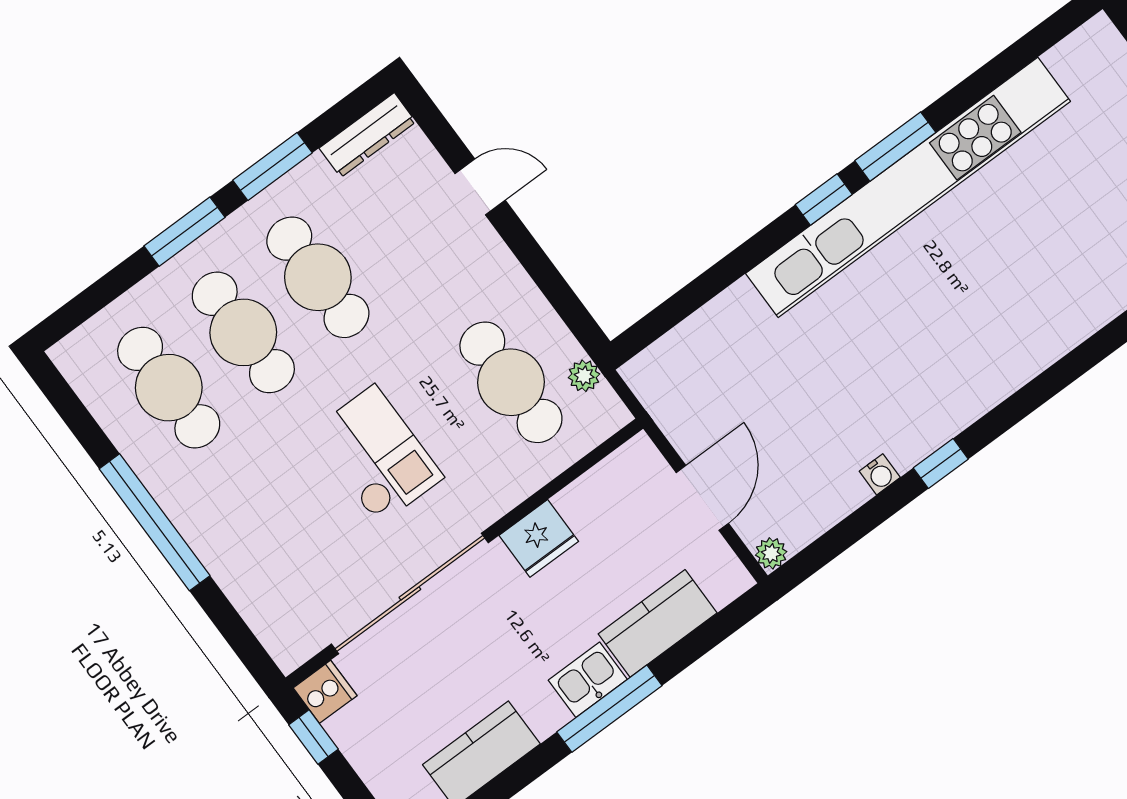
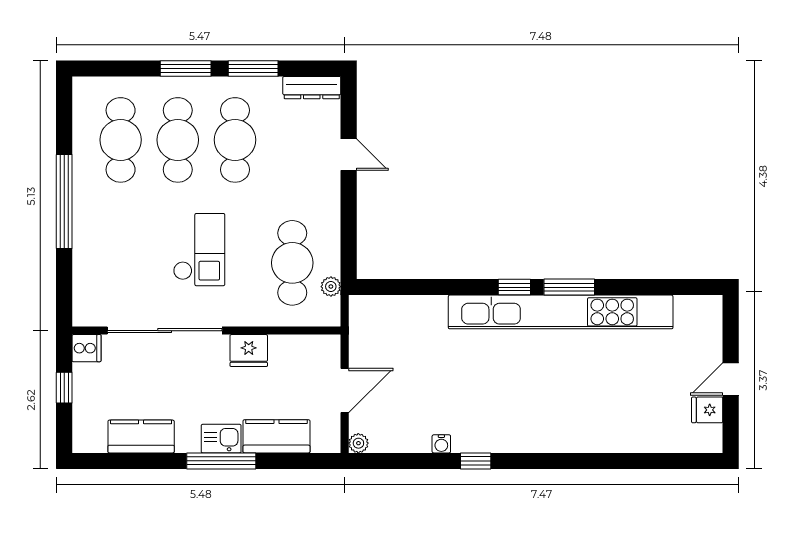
window: (313, 737) -> (64, 388), moved

